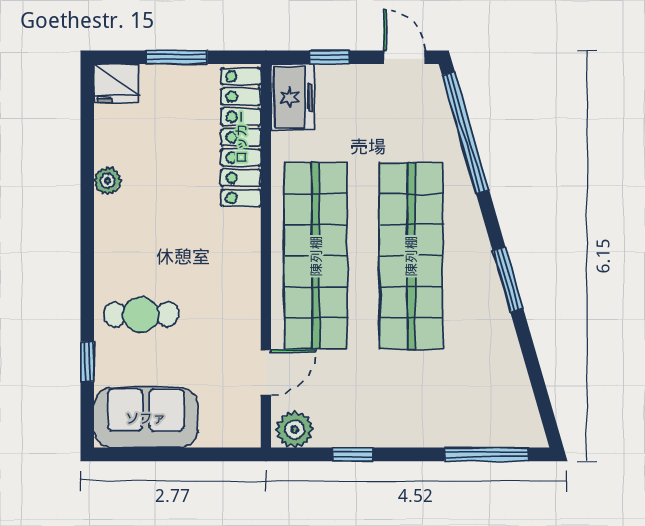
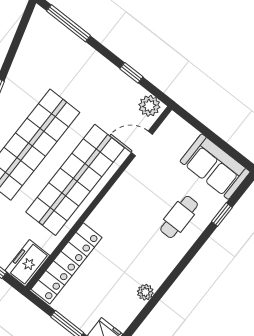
cafe table: (141, 314) -> (179, 217), turned 90

